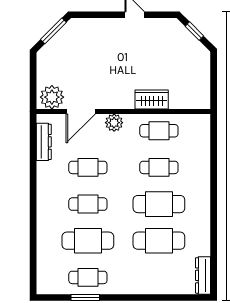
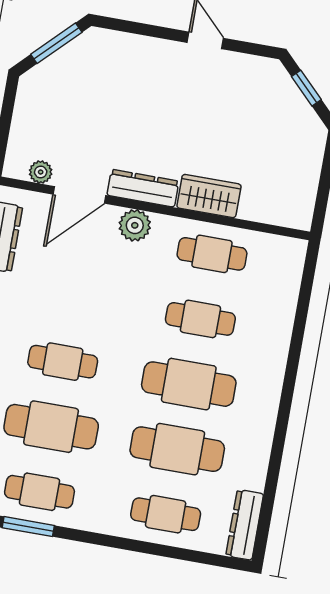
plant: (52, 97) -> (41, 172), width x0.53, depth x0.53
dresser: (115, 102) -> (143, 188), added
cafe table: (88, 167) -> (166, 514), moved

